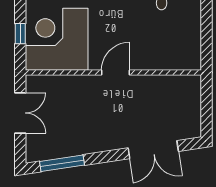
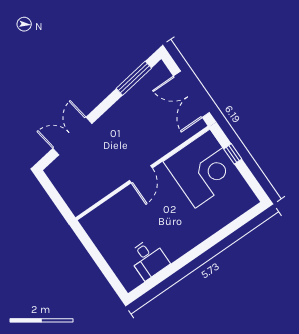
double door: (20, 113) -> (191, 94), width x1.37

